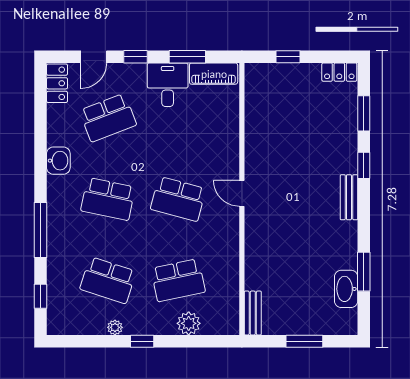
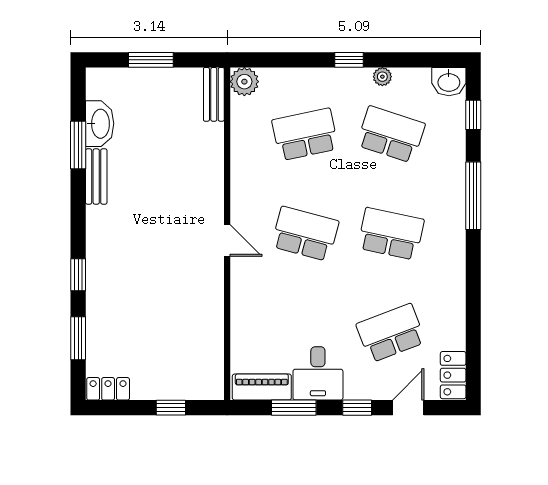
washbasin: (58, 161) -> (449, 82), moved, turned -90
bench: (349, 197) -> (96, 177), moved
plant: (189, 323) -> (244, 82), moved

